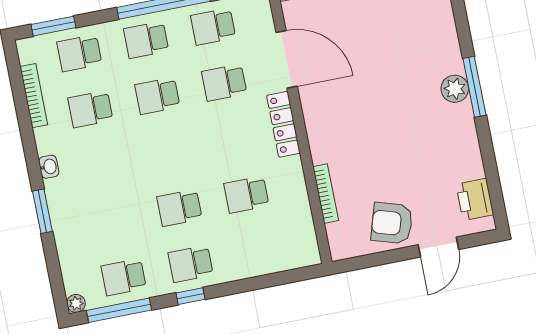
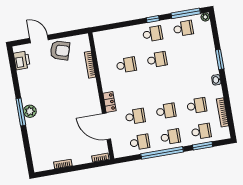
window: (53, 26) -> (203, 146), moved
locker: (283, 124) -> (109, 102), width x0.66
door: (438, 247) -> (39, 39), hinge flipped

